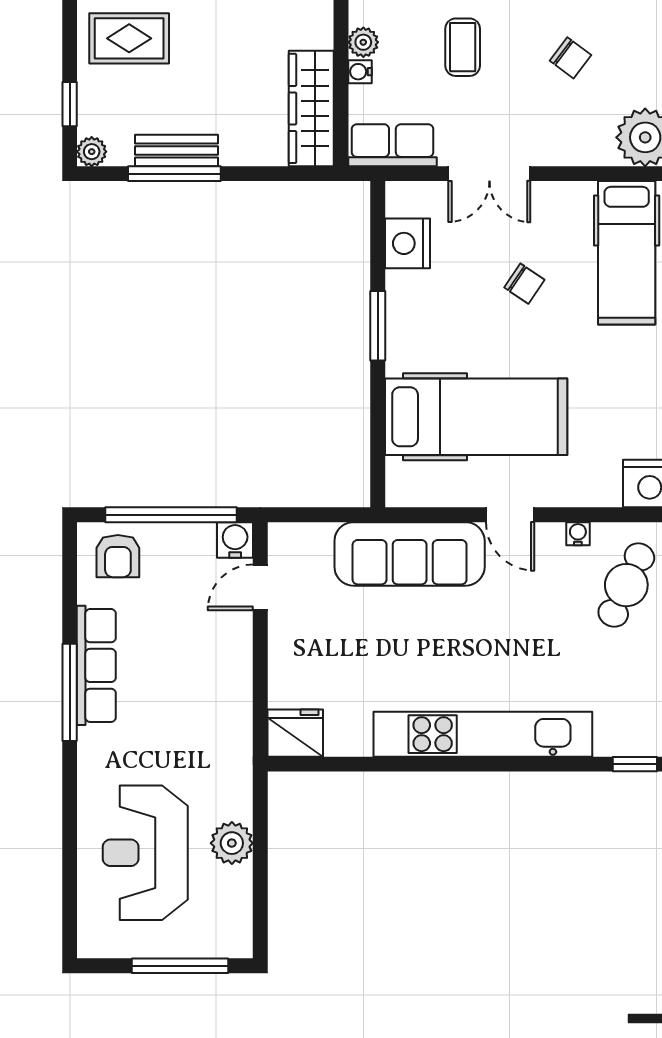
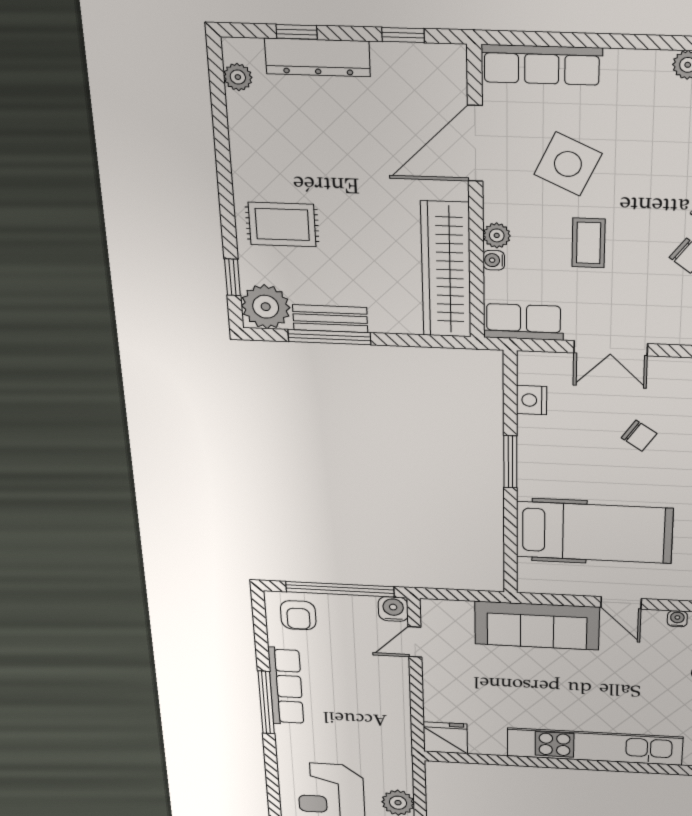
wardrobe: (311, 108) -> (446, 270), width x1.40, depth x1.17
plant: (92, 152) -> (266, 307), width x1.88, depth x1.88
nightstand: (407, 243) -> (532, 400), width x0.74, depth x0.75

